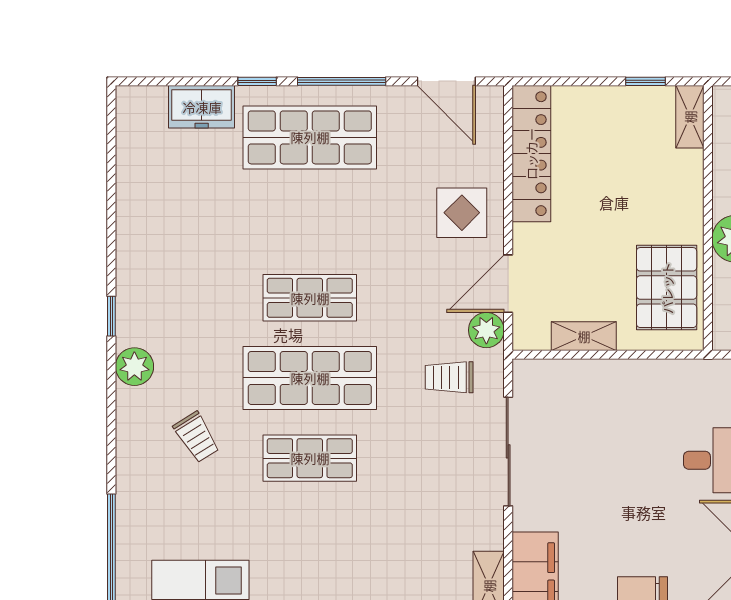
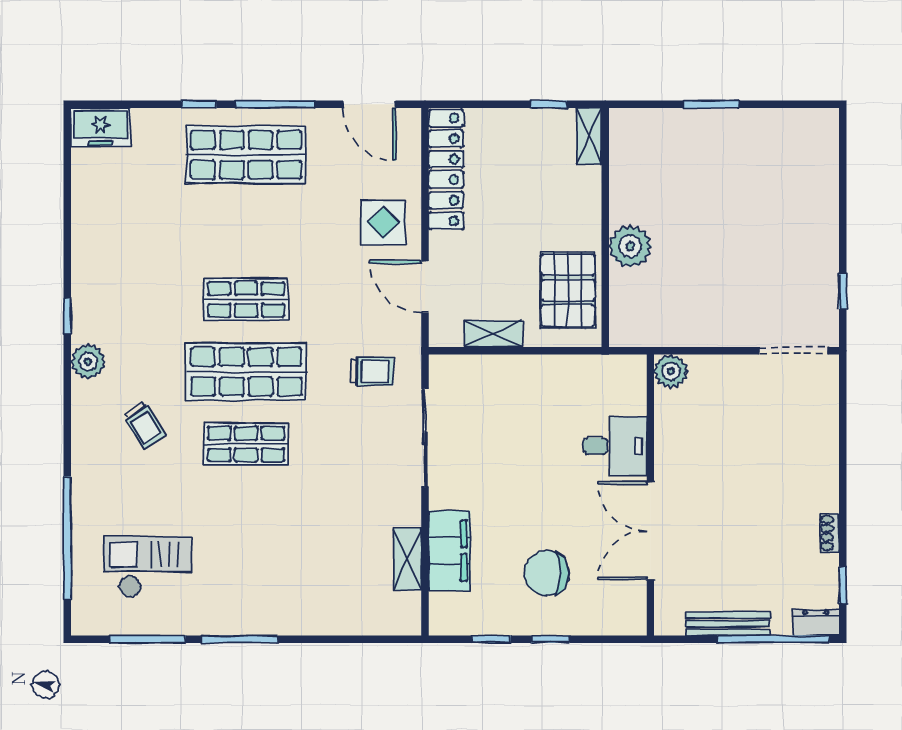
freezer: (202, 107) -> (101, 127), moved
door: (508, 284) -> (425, 287), hinge flipped
plant: (486, 330) -> (405, 329), removed
trolley: (449, 377) -> (372, 371), turned 180

